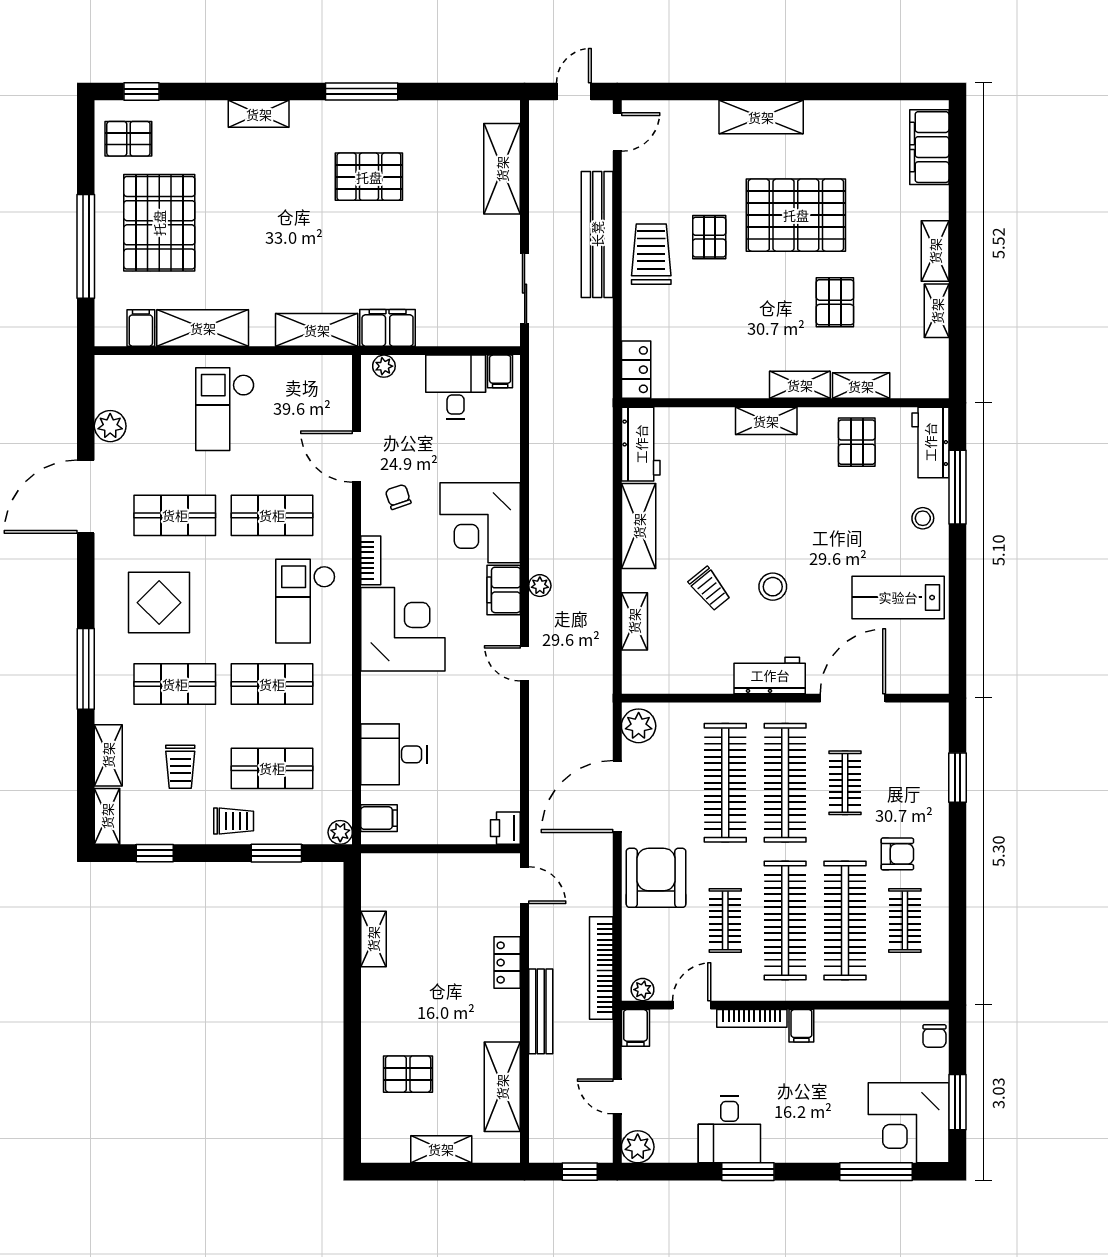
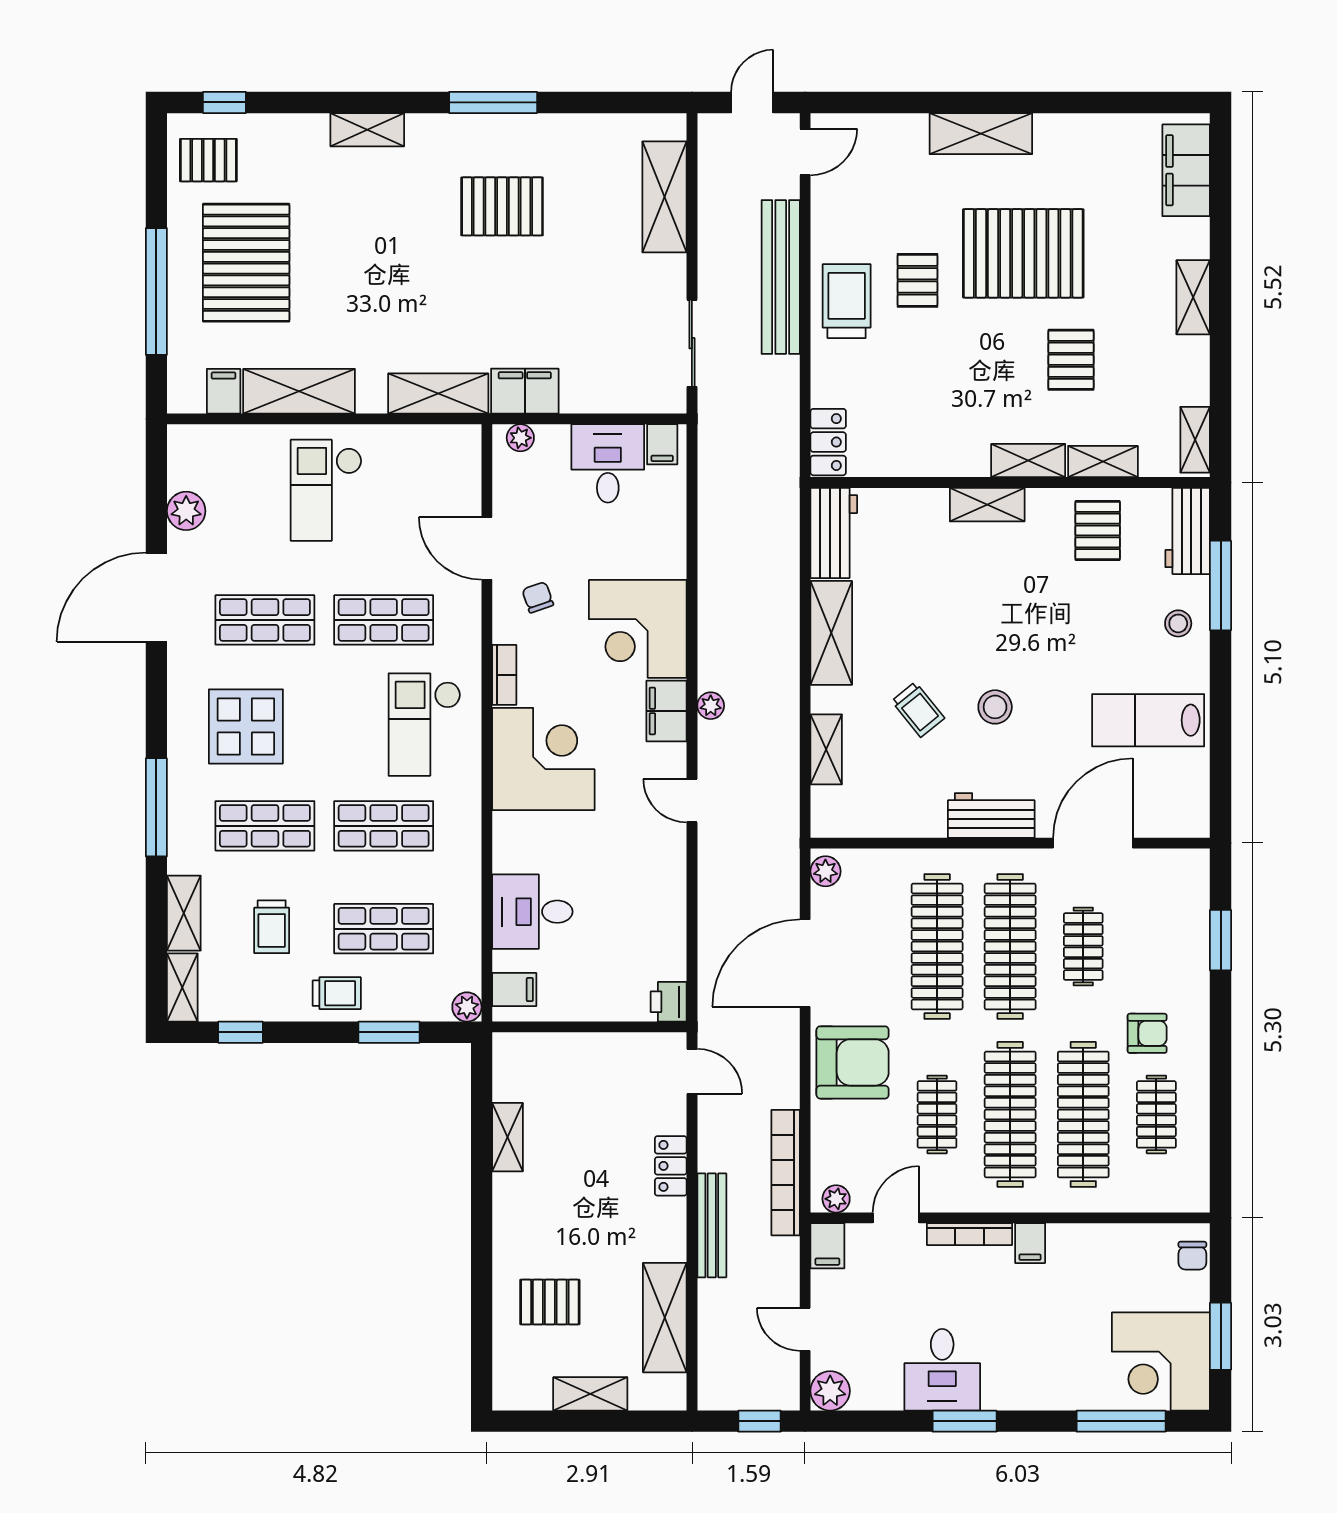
shelving: (937, 311) -> (1195, 440), moved
plant: (639, 726) -> (825, 871), width x0.73, depth x0.73
armchair: (656, 878) -> (853, 1062), turned 90

